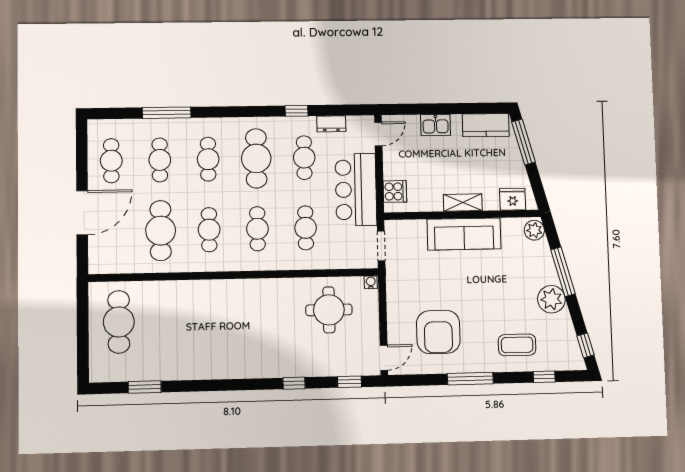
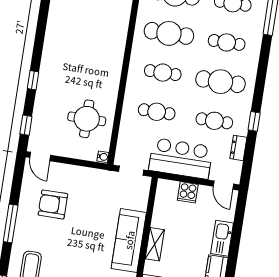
kitchen sink: (436, 125) -> (222, 238), width x1.38
cooker: (395, 191) -> (188, 192), moved
cafe table: (209, 230) -> (169, 33), width x1.37, depth x1.35
armchair: (438, 332) -> (53, 204), width x0.73, depth x0.73

